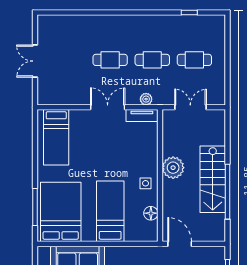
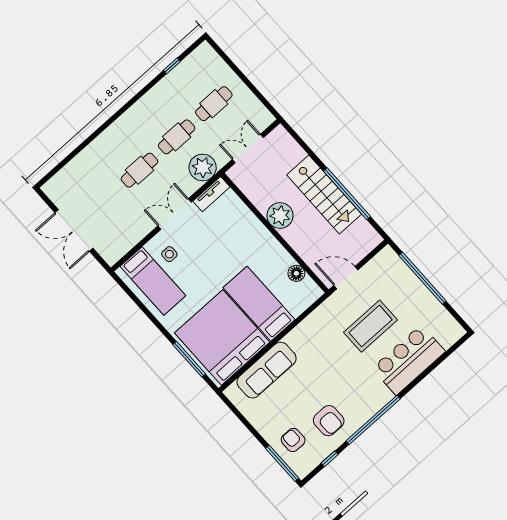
double door: (35, 61) -> (74, 230), width x1.37
plant: (146, 99) -> (203, 167), width x1.87, depth x1.87
side table: (146, 183) -> (169, 254), moved
bed: (61, 212) -> (222, 337), width x1.36

